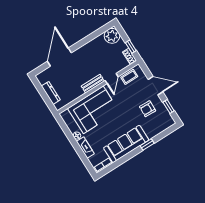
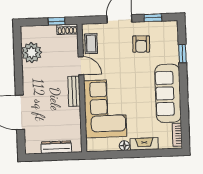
plant: (112, 36) -> (32, 53), moved
window: (147, 144) -> (182, 54), moved

